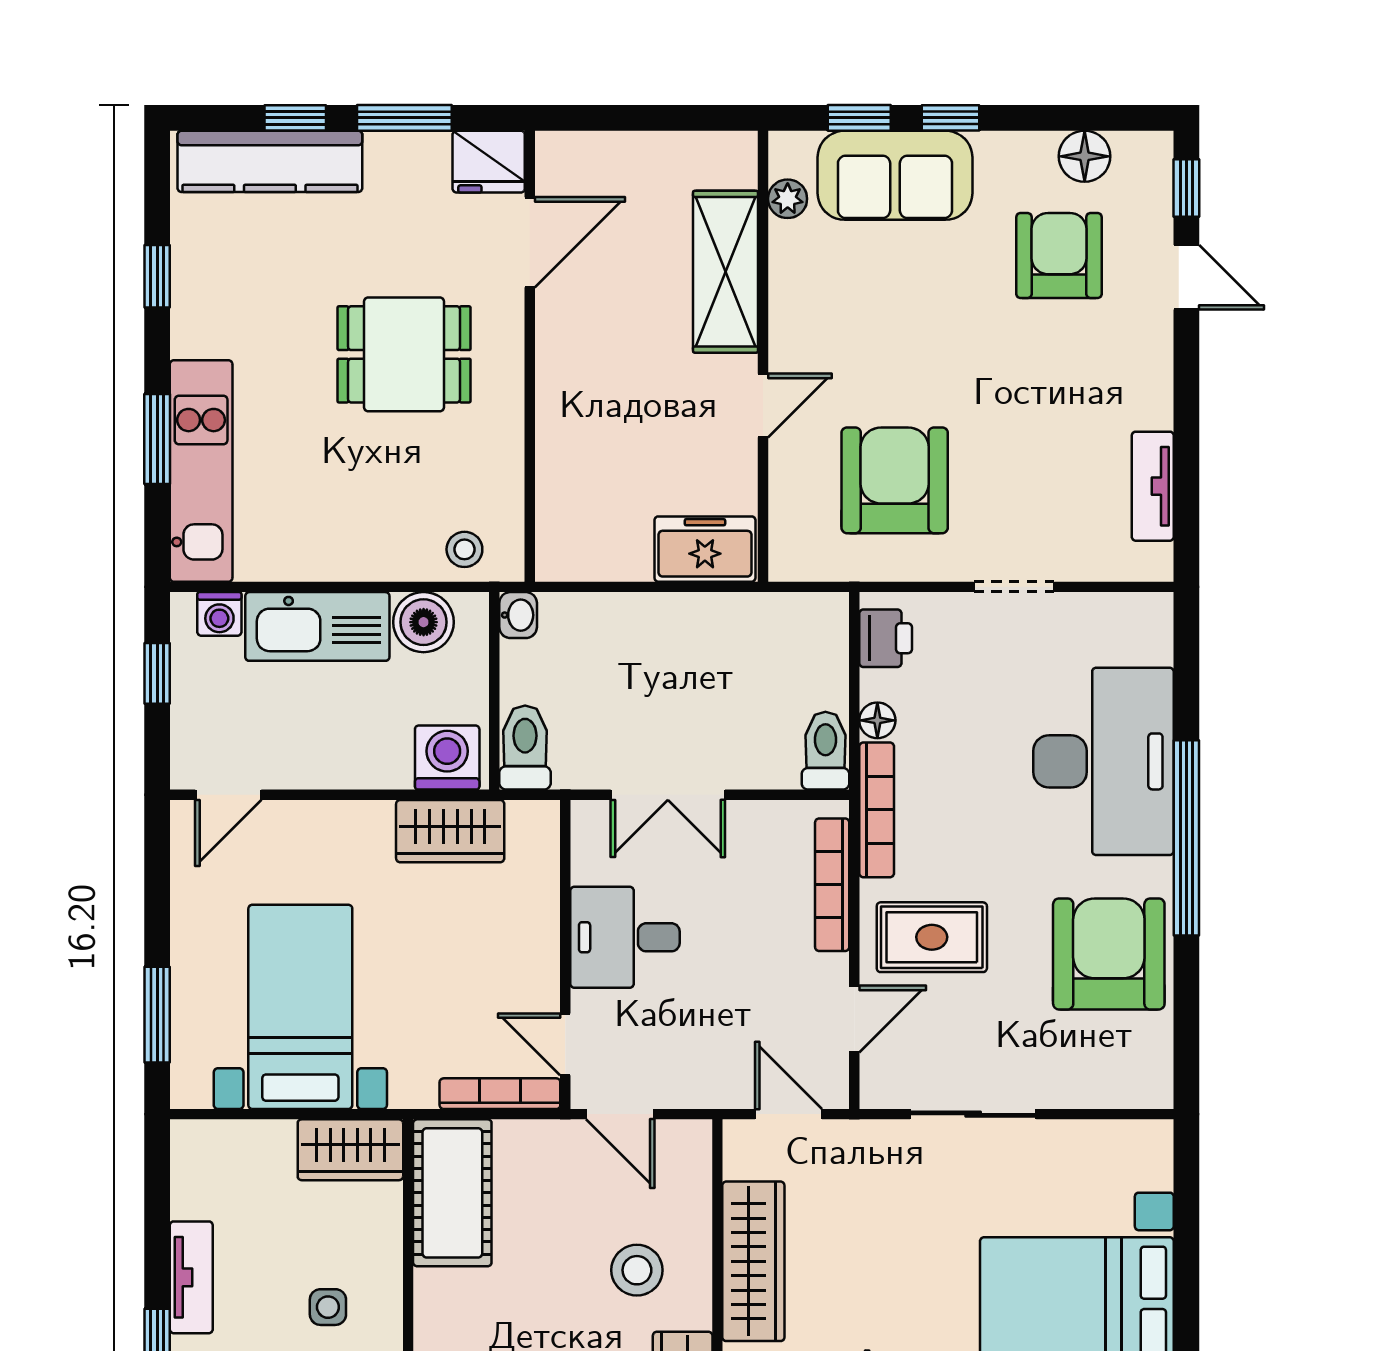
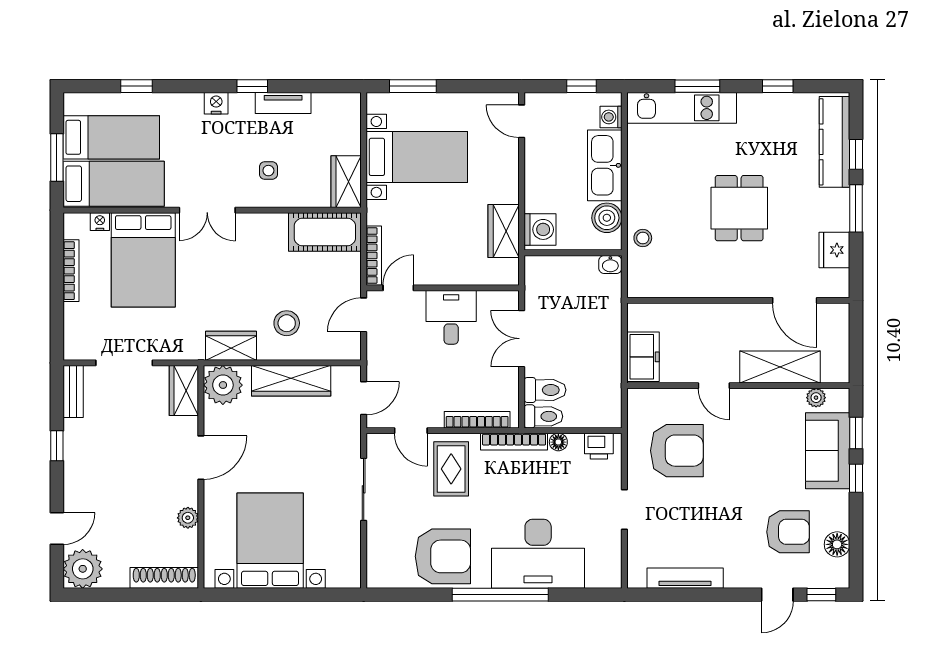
door: (530, 242) -> (795, 300), moved
wall: (530, 356) -> (738, 300), moved
tv unit: (1153, 486) -> (685, 578), width x1.41
toilet: (525, 747) -> (545, 390), moved

